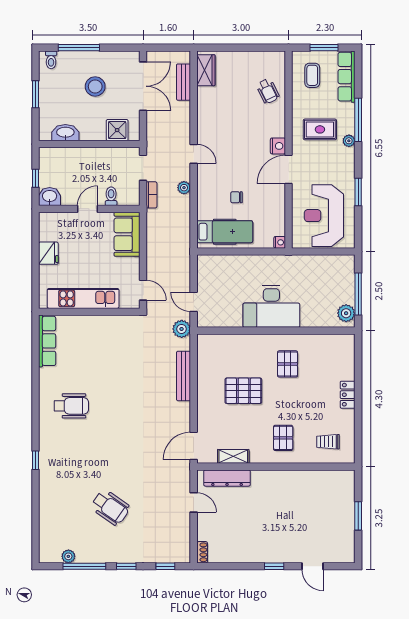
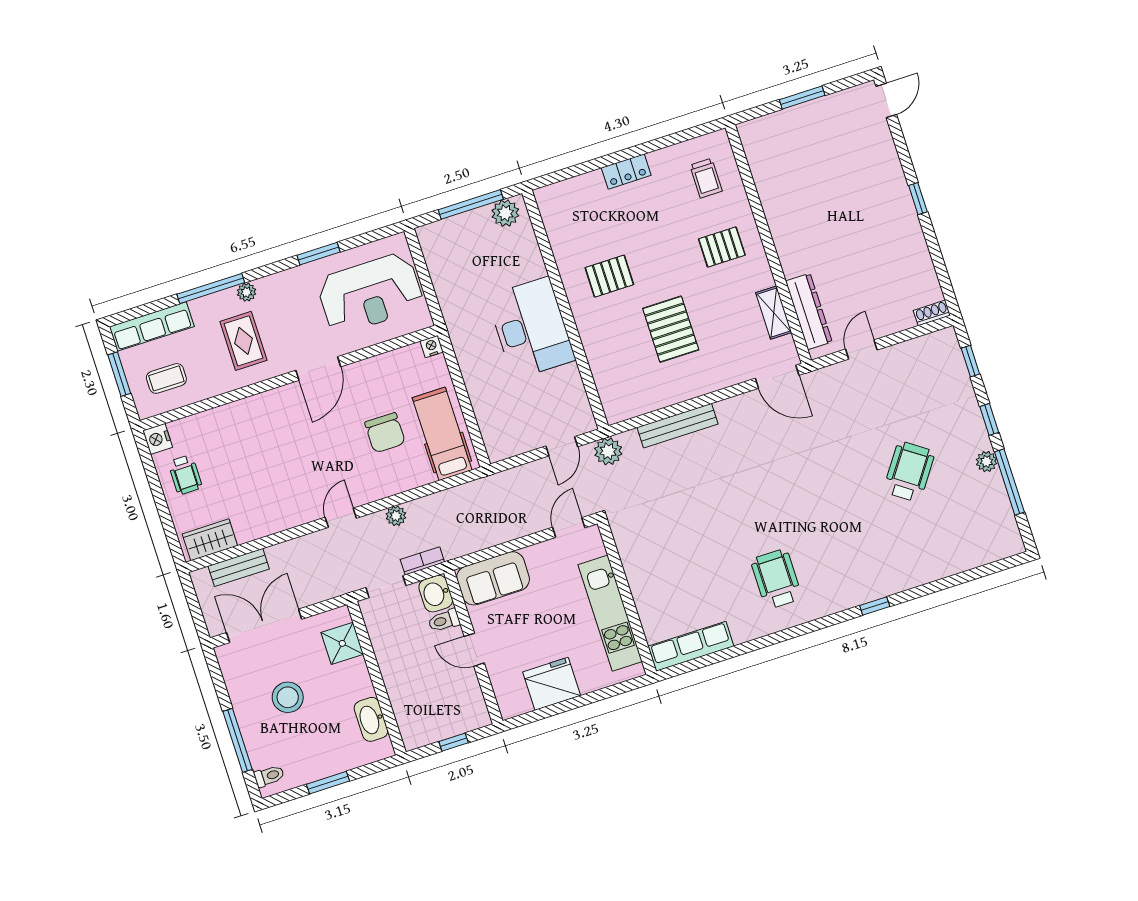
wheelchair: (268, 91) -> (185, 475), moved, turned 116
nightstand: (278, 146) -> (158, 439), moved, turned -90
door: (289, 169) -> (318, 368), hinge flipped
washbasin: (50, 197) -> (436, 594), moved
chair: (236, 197) -> (385, 433), width x1.87, depth x1.87
fridge: (48, 253) -> (552, 684), width x1.36, depth x1.34
plant: (68, 556) -> (987, 462), moved
door: (312, 566) -> (886, 100), moved

